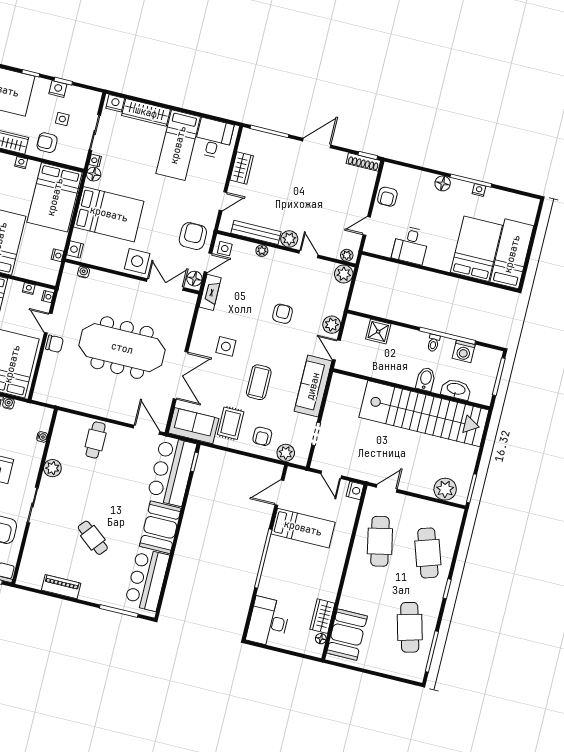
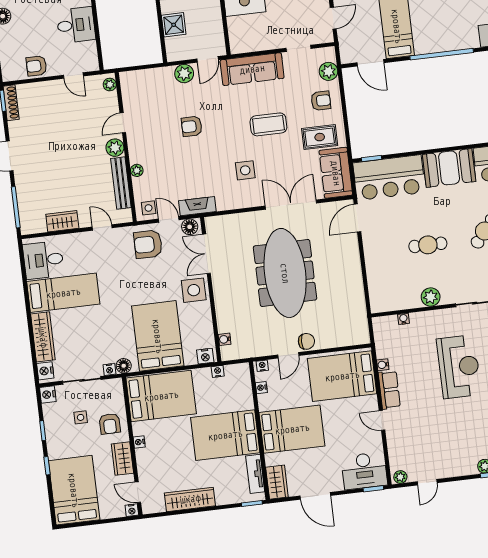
nightstand: (58, 89) -> (48, 394), moved
armchair: (387, 197) -> (36, 66), turned 180
plant: (344, 274) -> (129, 81), removed
chair: (55, 344) -> (306, 341), turned 90
cafe table: (96, 440) -> (428, 245), moved

